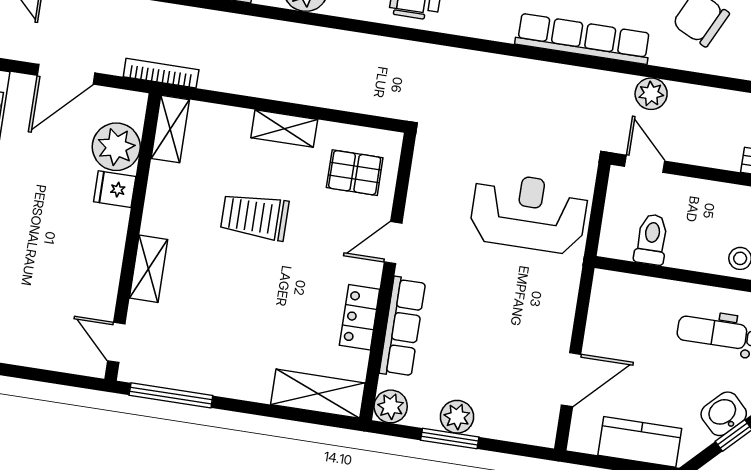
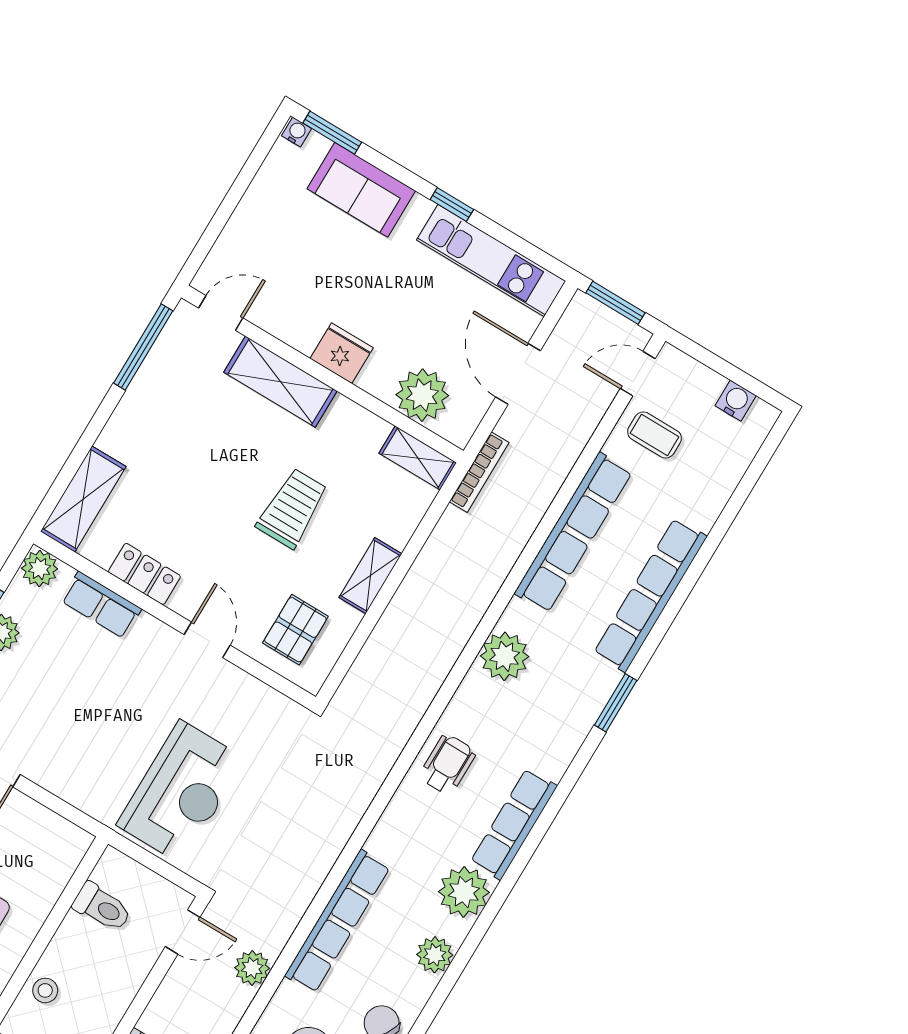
fridge: (115, 189) -> (342, 353), moved, width x1.38
shelving: (149, 269) -> (280, 382), width x1.50, depth x1.33
row of seats: (402, 327) -> (101, 605), width x0.68

